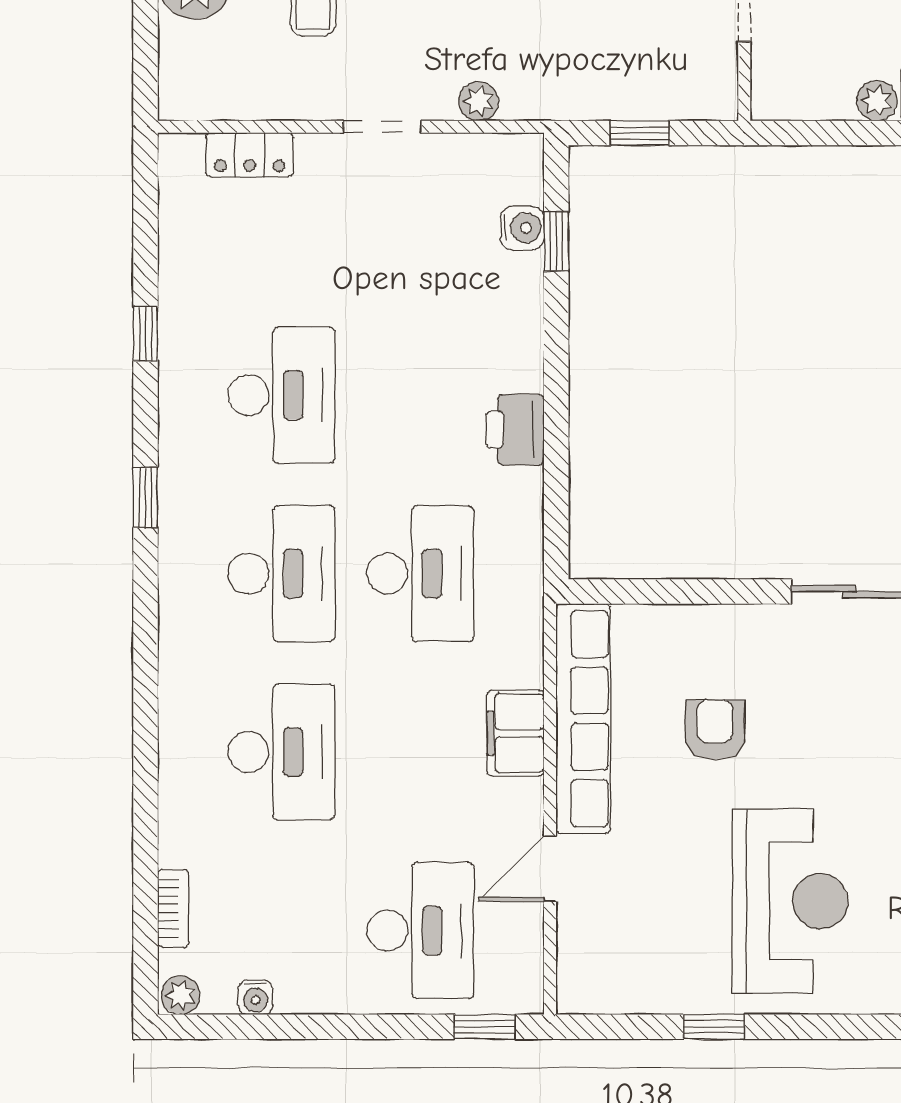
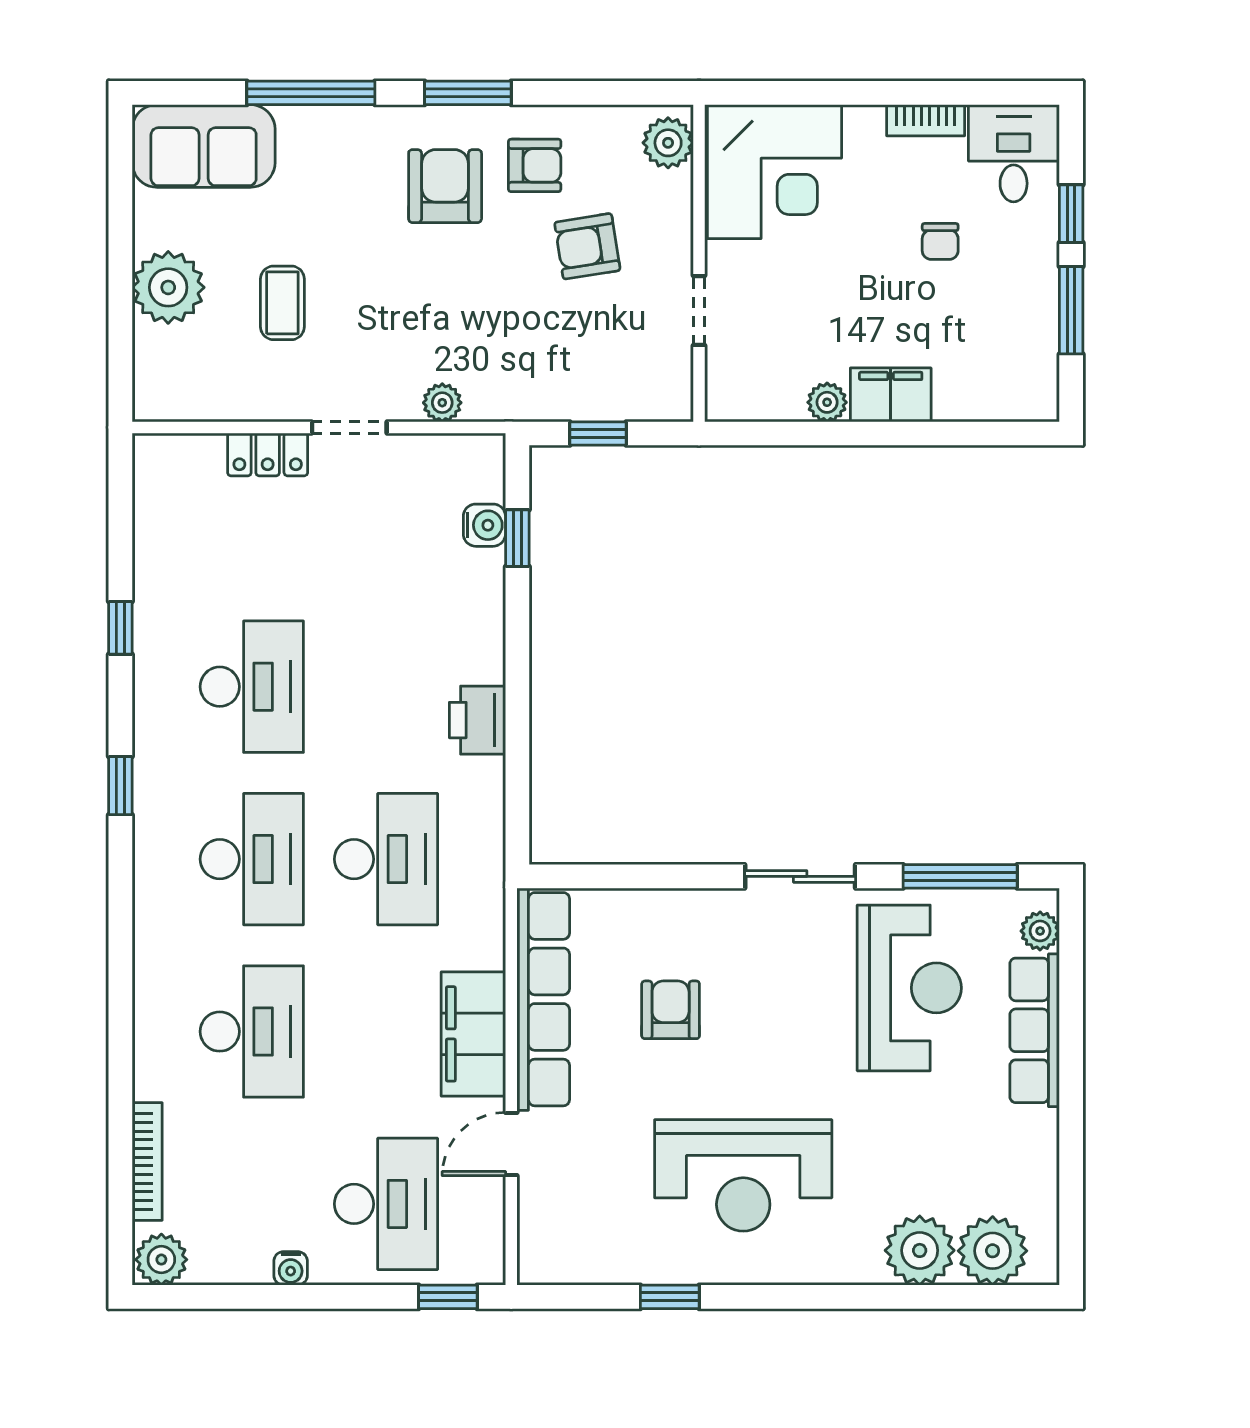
locker: (250, 155) -> (268, 454), moved
filing cabinet: (516, 733) -> (473, 1034), width x1.50, depth x1.17
reception desk: (790, 901) -> (743, 1175), turned 90
bookcase: (173, 909) -> (147, 1162), width x1.56
plant: (181, 995) -> (161, 1260), width x1.38, depth x1.38
water cooler: (256, 997) -> (291, 1268), moved

